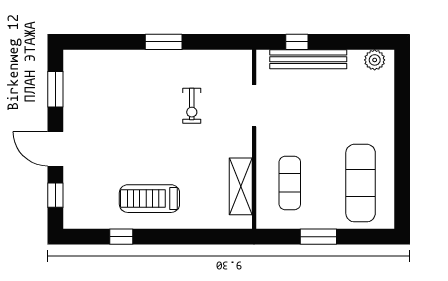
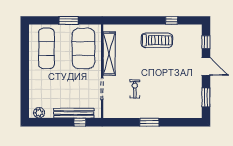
exercise mat: (290, 183) -> (83, 48), width x2.00, depth x1.45
shelving: (241, 186) -> (109, 54), width x1.47

